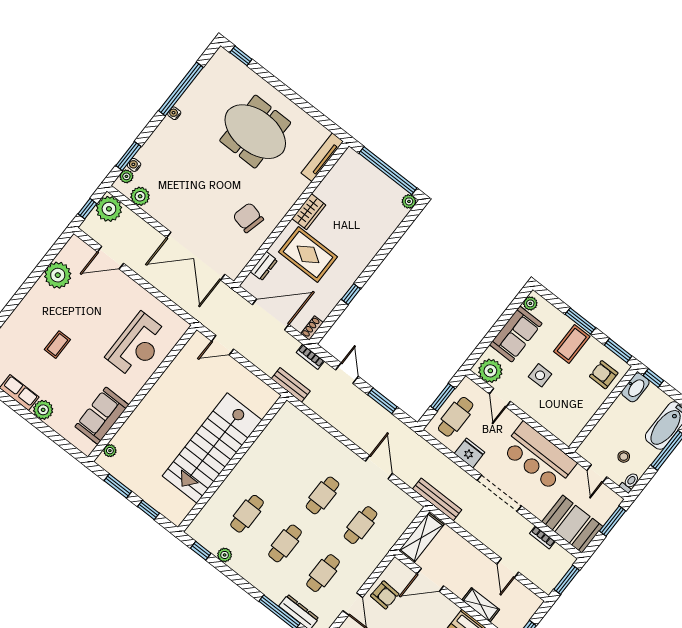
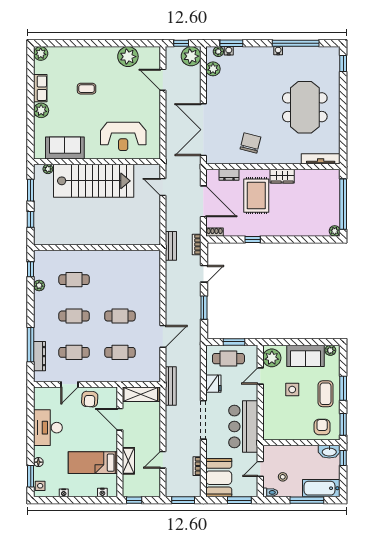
coffee table: (572, 344) -> (326, 394), turned 90
stairs: (212, 448) -> (94, 181), moved, turned 180

